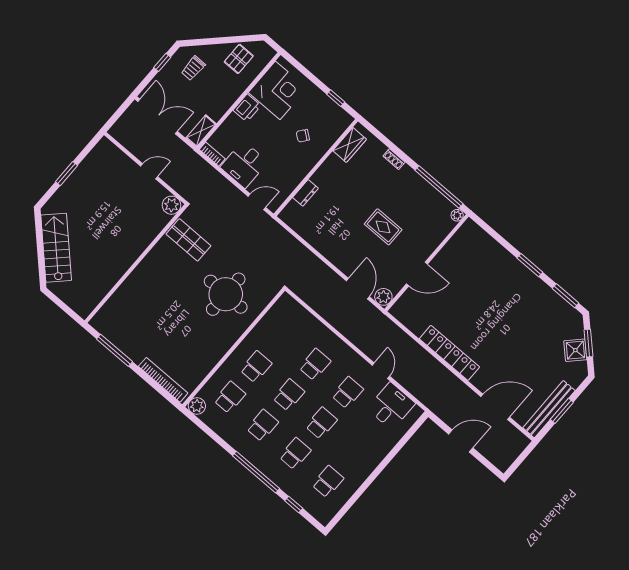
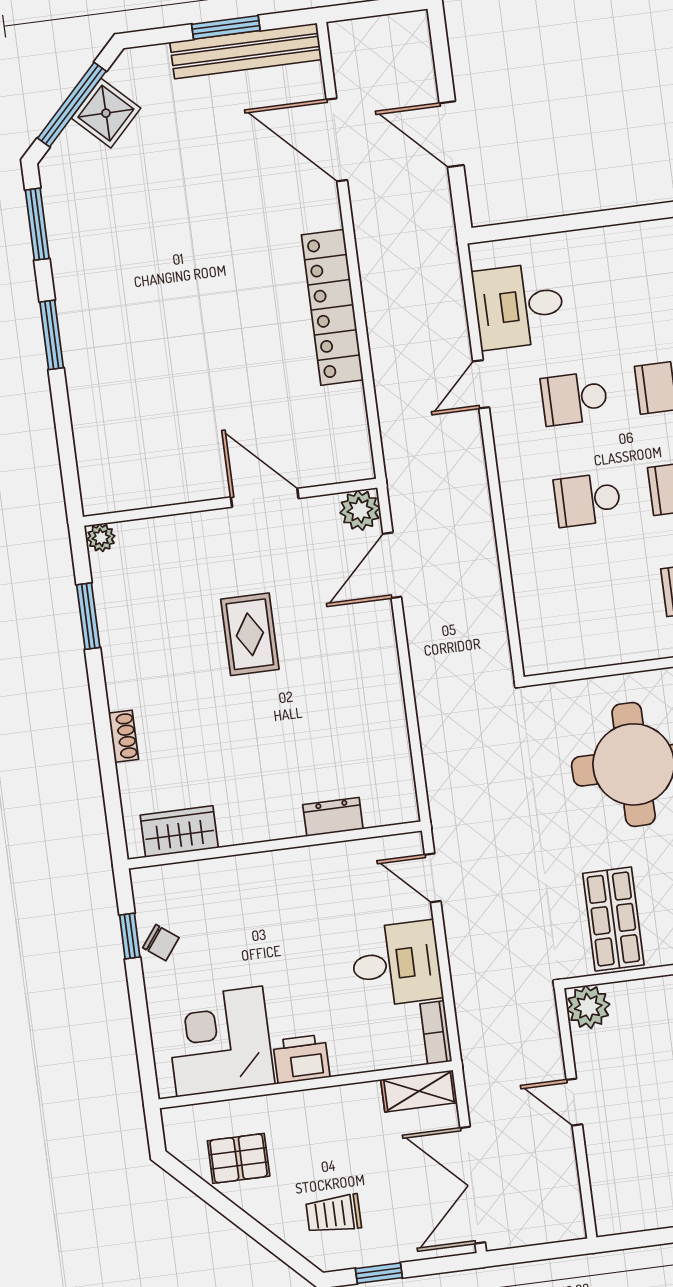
trolley: (193, 68) -> (334, 1214), turned 180
chair: (303, 136) -> (161, 943), moved
window: (439, 187) -> (88, 616), width x0.47
window: (588, 343) -> (72, 105), width x1.44

